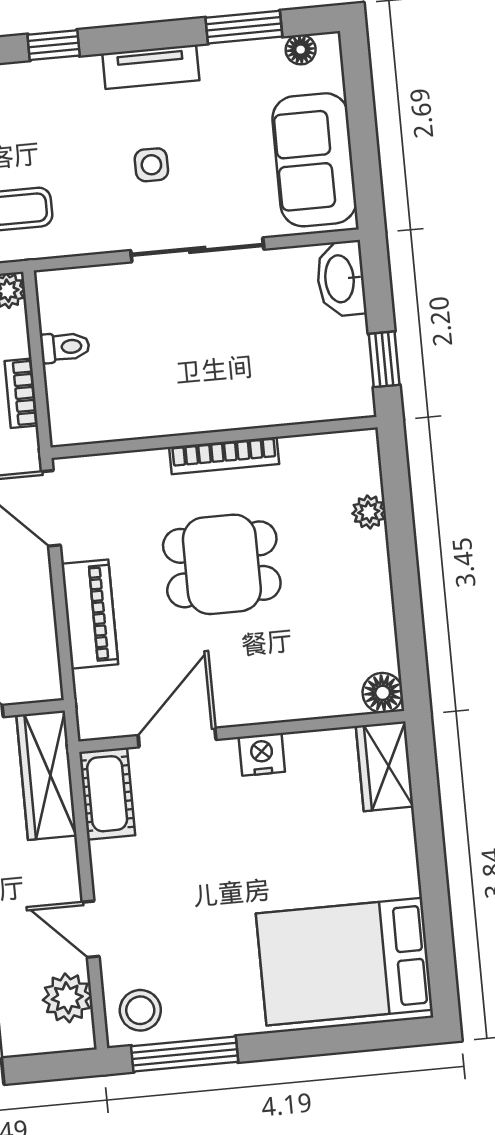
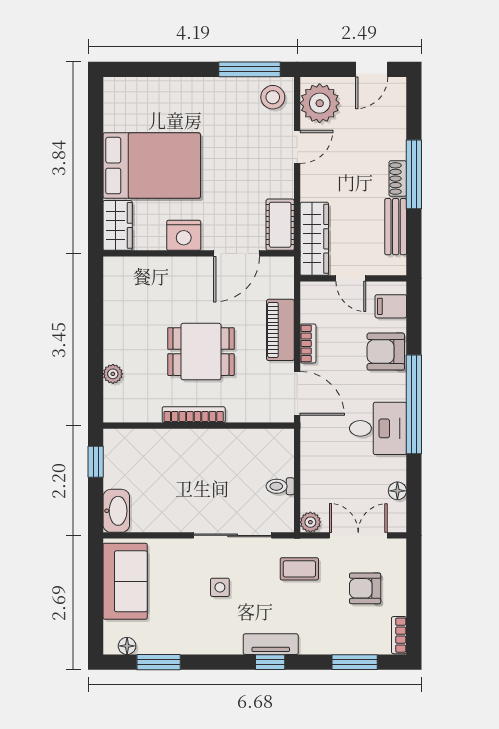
tv unit: (151, 67) -> (271, 644), moved
sliding door: (197, 250) -> (233, 535), moved
bookcase: (21, 393) -> (308, 343), moved
floor lamp: (383, 693) -> (115, 268), removed
nightstand: (262, 754) -> (184, 235), width x1.36, depth x1.33
door: (91, 929) -> (297, 147), hinge flipped
bed: (344, 962) -> (152, 166), moved
plant: (67, 998) -> (320, 103), width x1.36, depth x1.36

